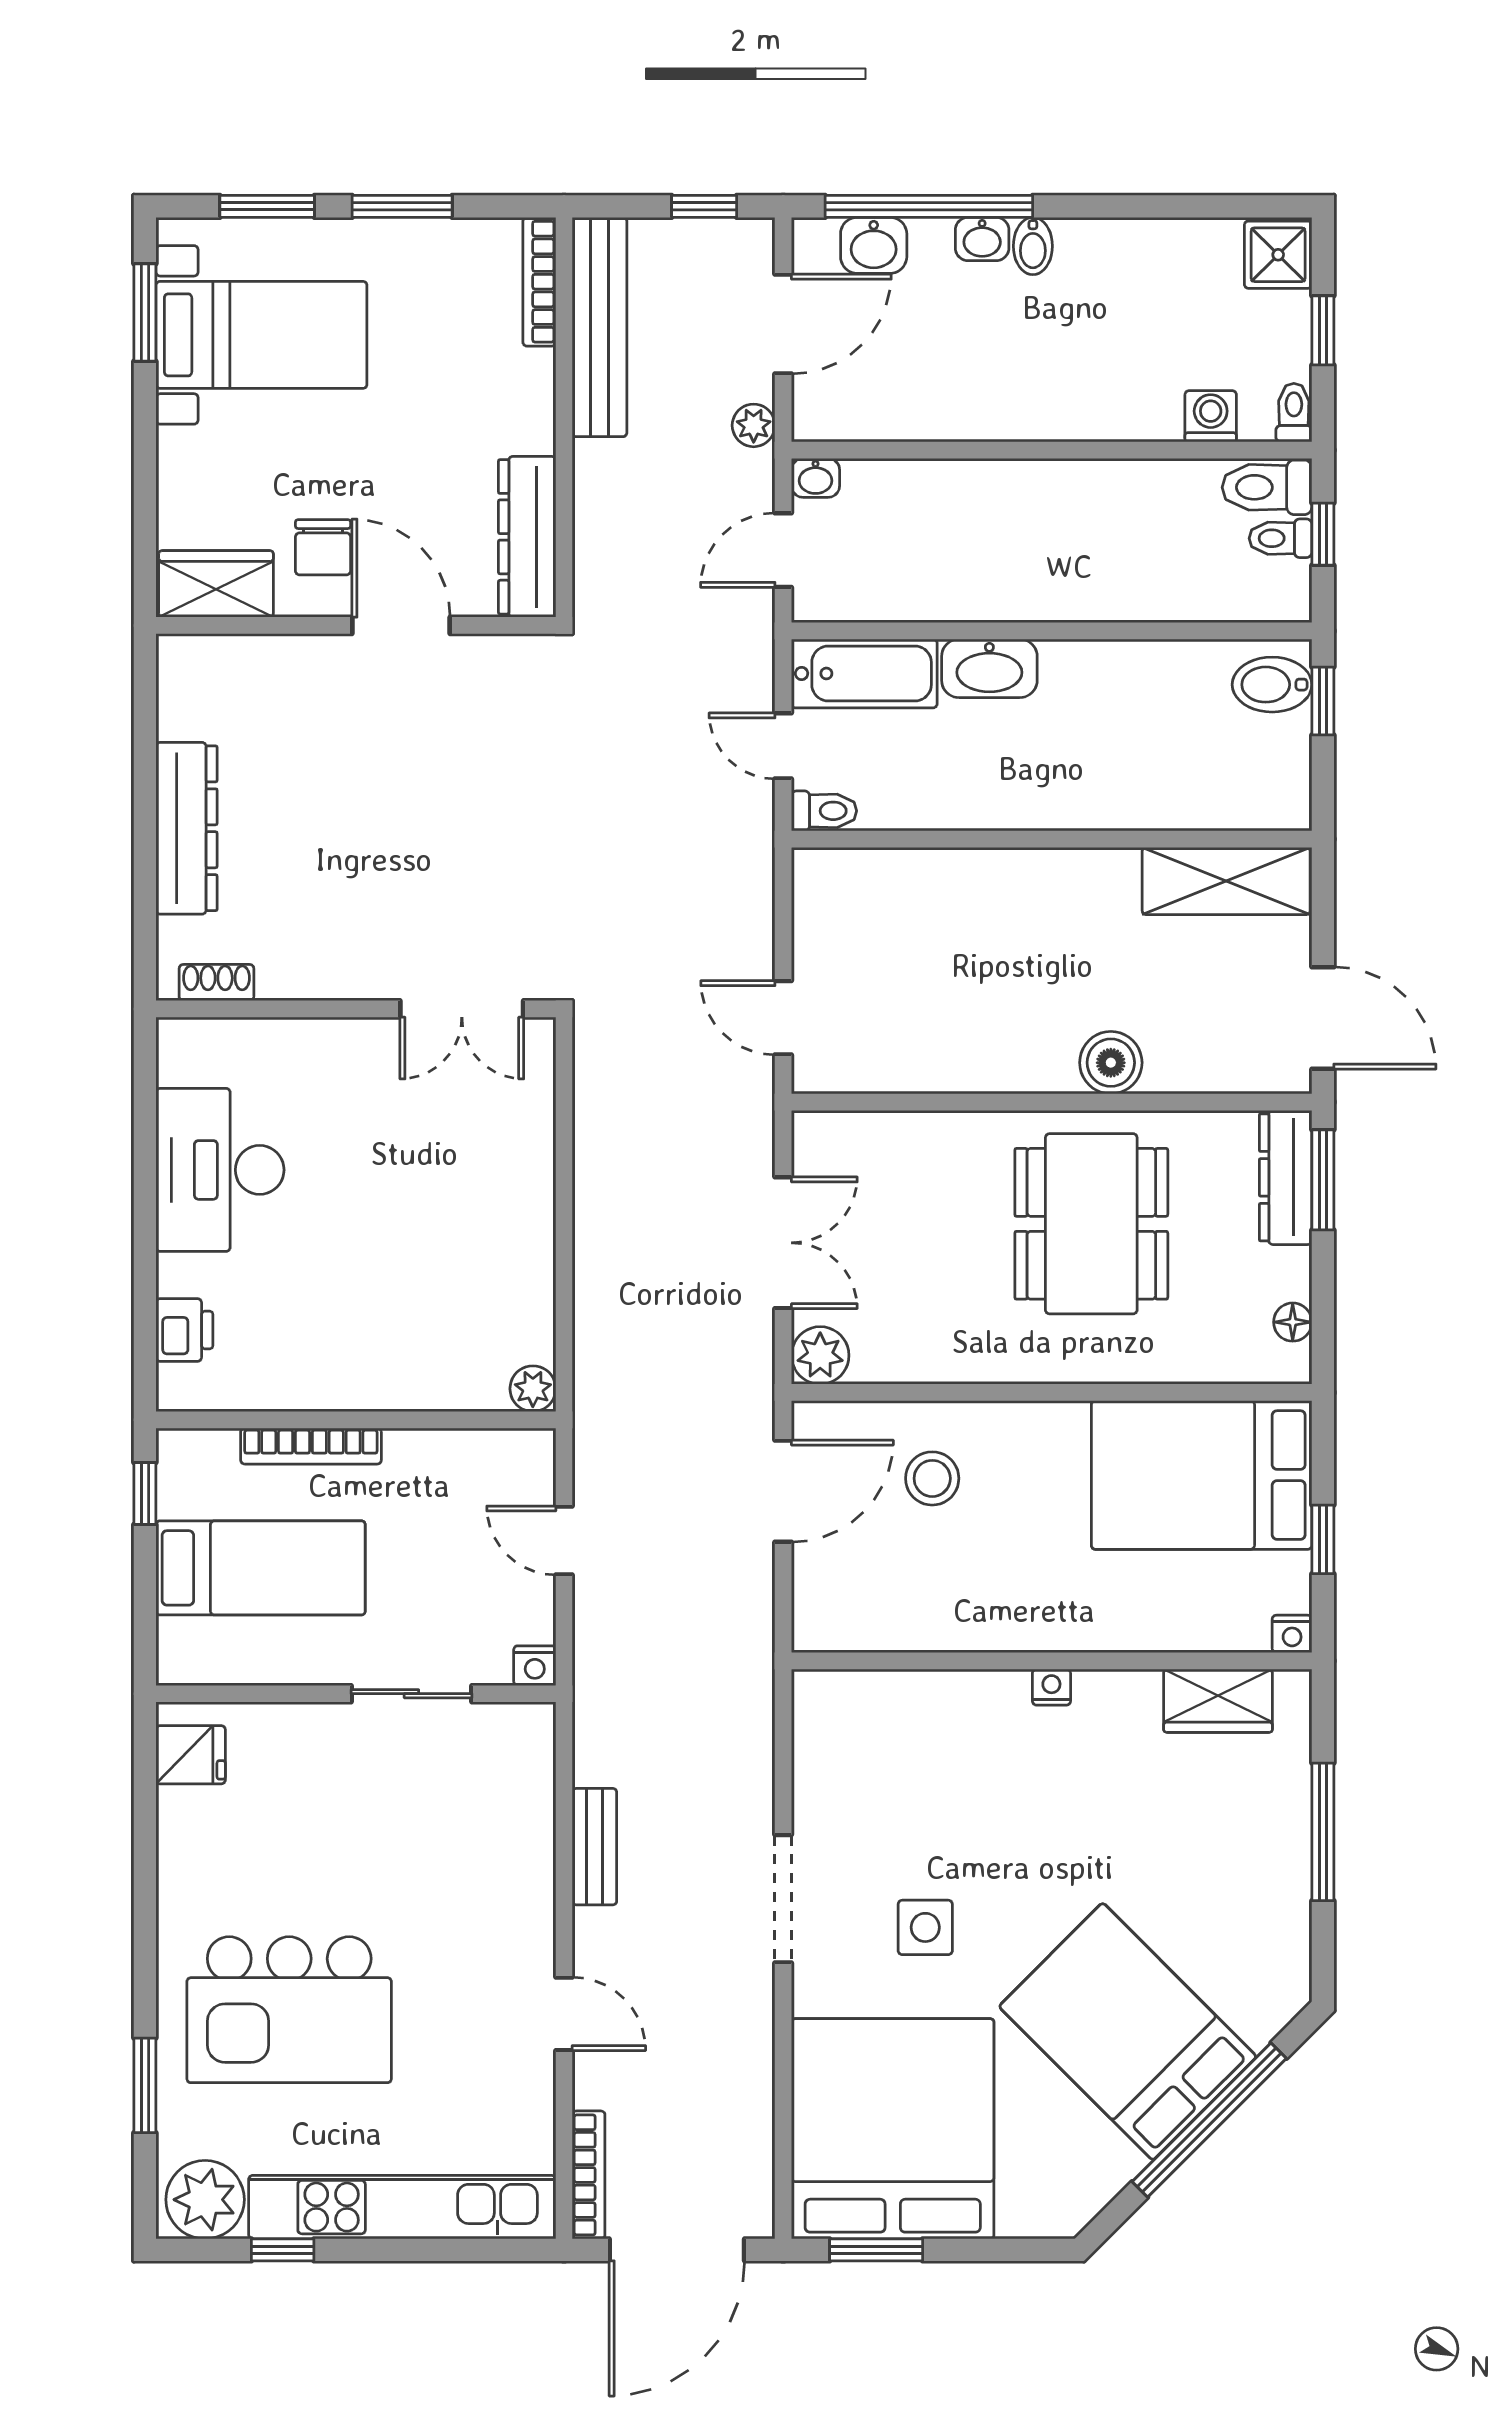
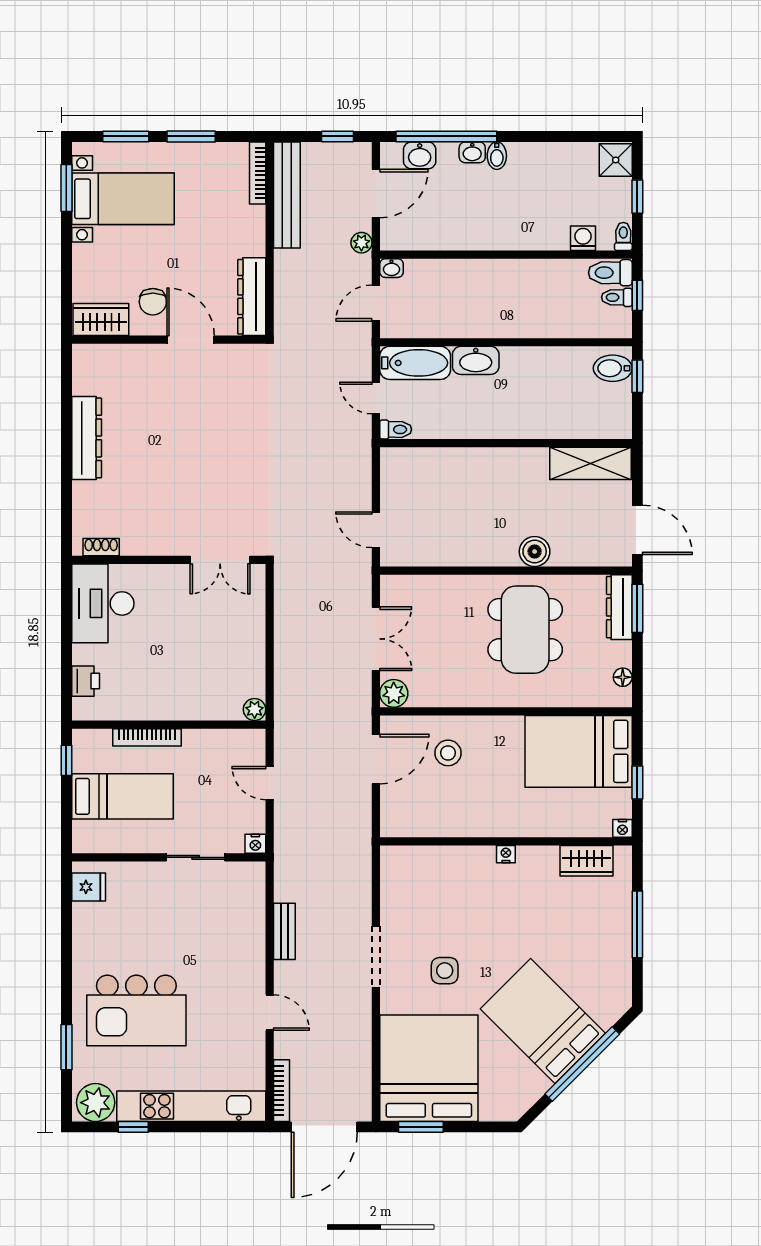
shoe rack: (216, 983) -> (101, 547), moved
wall: (356, 1009) -> (169, 560), moved
double door: (462, 1009) -> (220, 560), moved

